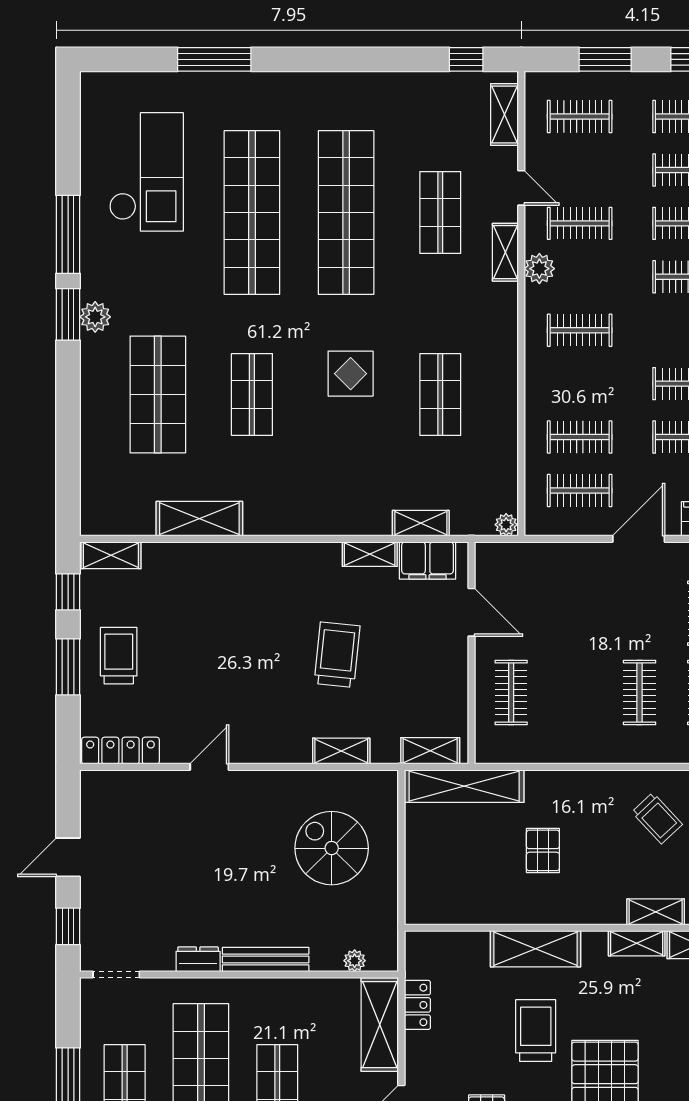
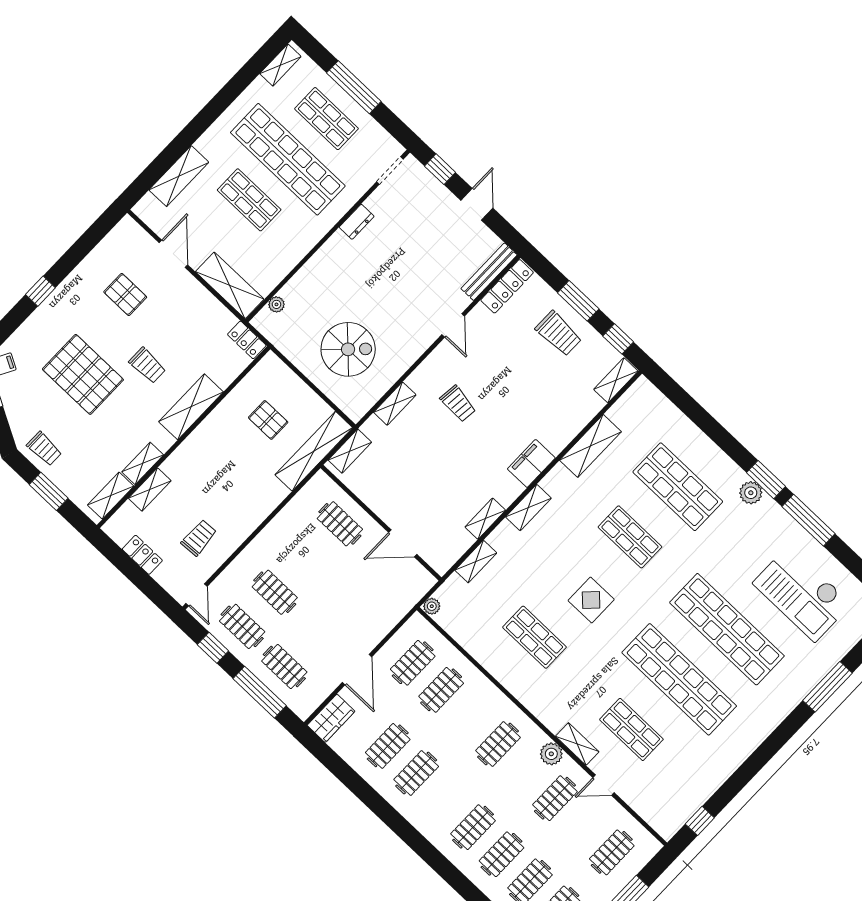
shelving: (504, 115) -> (528, 507), moved, turned 90
filing cabinet: (428, 560) -> (531, 463), moved
trolley: (337, 655) -> (458, 404), moved, width x0.73, depth x0.72
trolley: (657, 818) -> (199, 538), turned 130
pallet: (543, 850) -> (268, 420), moved
bench: (266, 959) -> (489, 272), moved
locker: (417, 1005) -> (247, 340), moved
trolley: (536, 1031) -> (147, 365), width x0.73, depth x0.72

